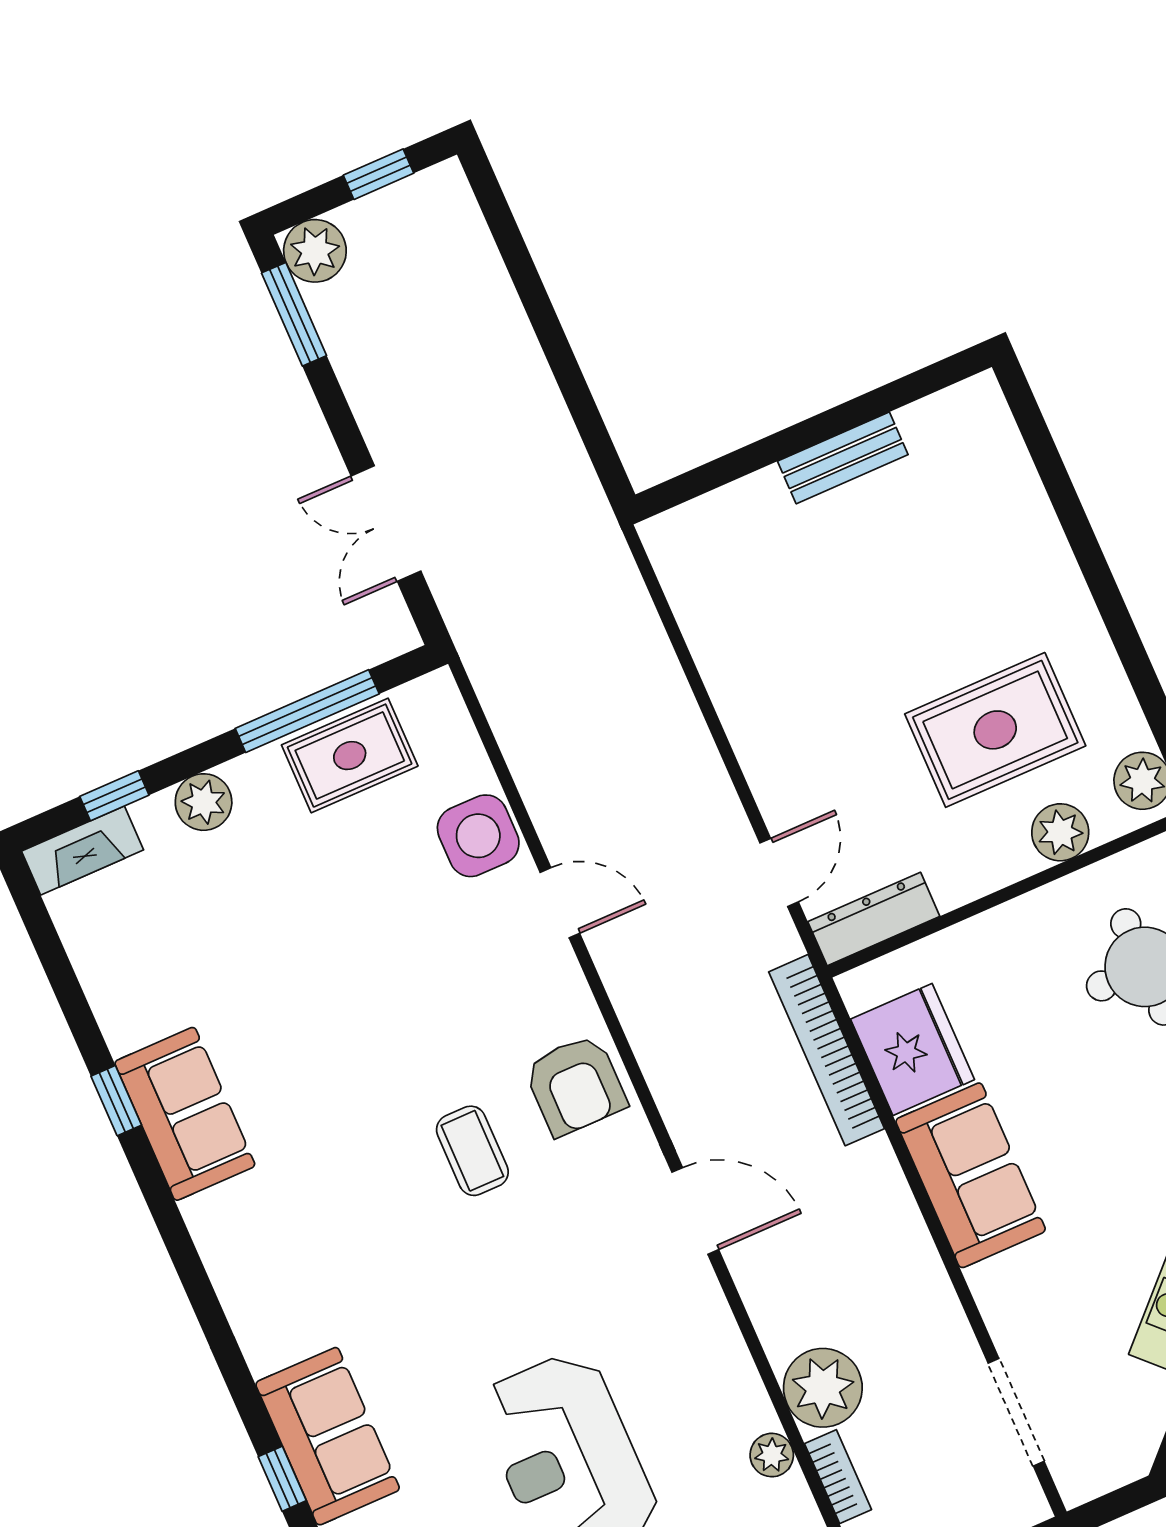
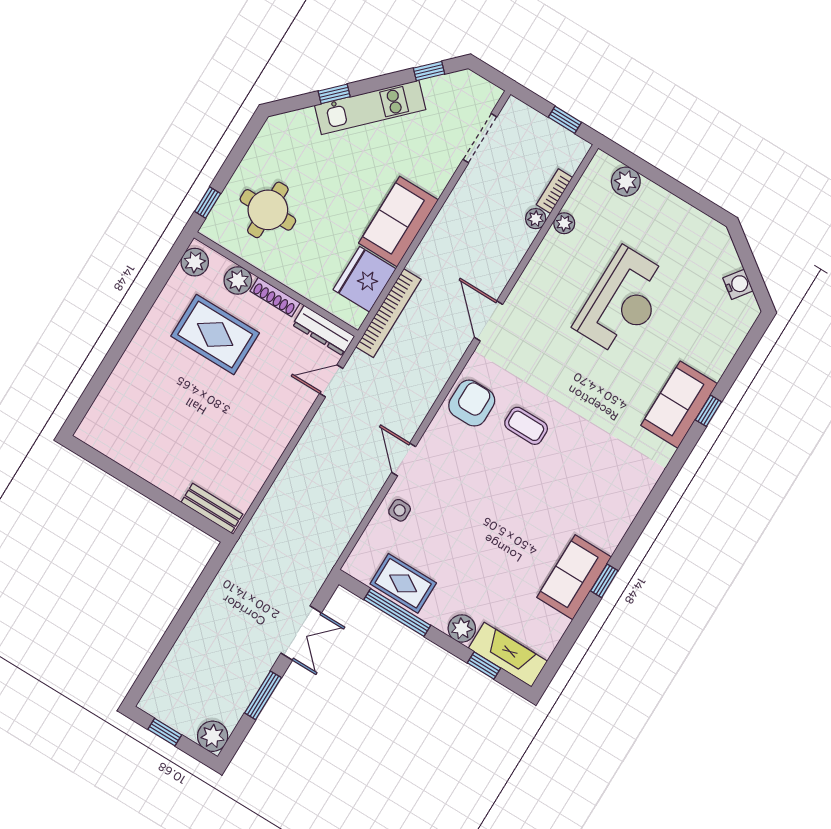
window: (294, 314) -> (263, 695), moved
bench: (843, 458) -> (212, 508), moved
side table: (478, 836) -> (400, 510), width x0.54, depth x0.54
fireplace: (82, 851) -> (508, 655), width x1.37, depth x1.32
shoe rack: (988, 876) -> (275, 297), added
sofa: (185, 1114) -> (574, 577), moved
coffee table: (472, 1151) -> (526, 426), turned 90
plant: (823, 1388) -> (536, 219), width x0.53, depth x0.53

